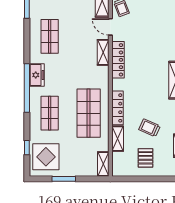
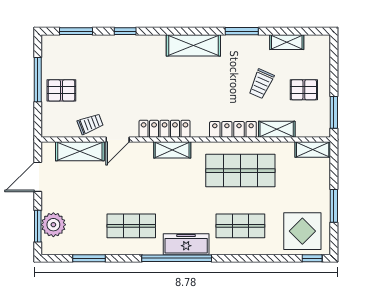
shelving: (103, 52) -> (172, 150), moved
freezer: (37, 75) -> (186, 244), width x1.40
window: (27, 88) -> (177, 258), moved
window: (27, 148) -> (312, 258), moved
window: (129, 179) -> (334, 112), added

